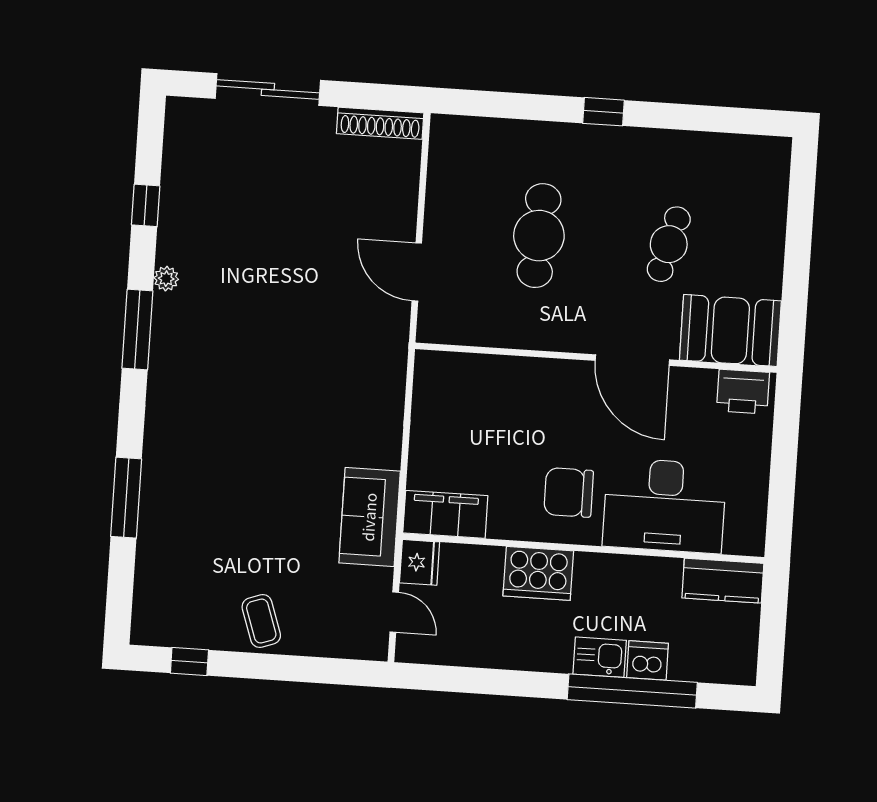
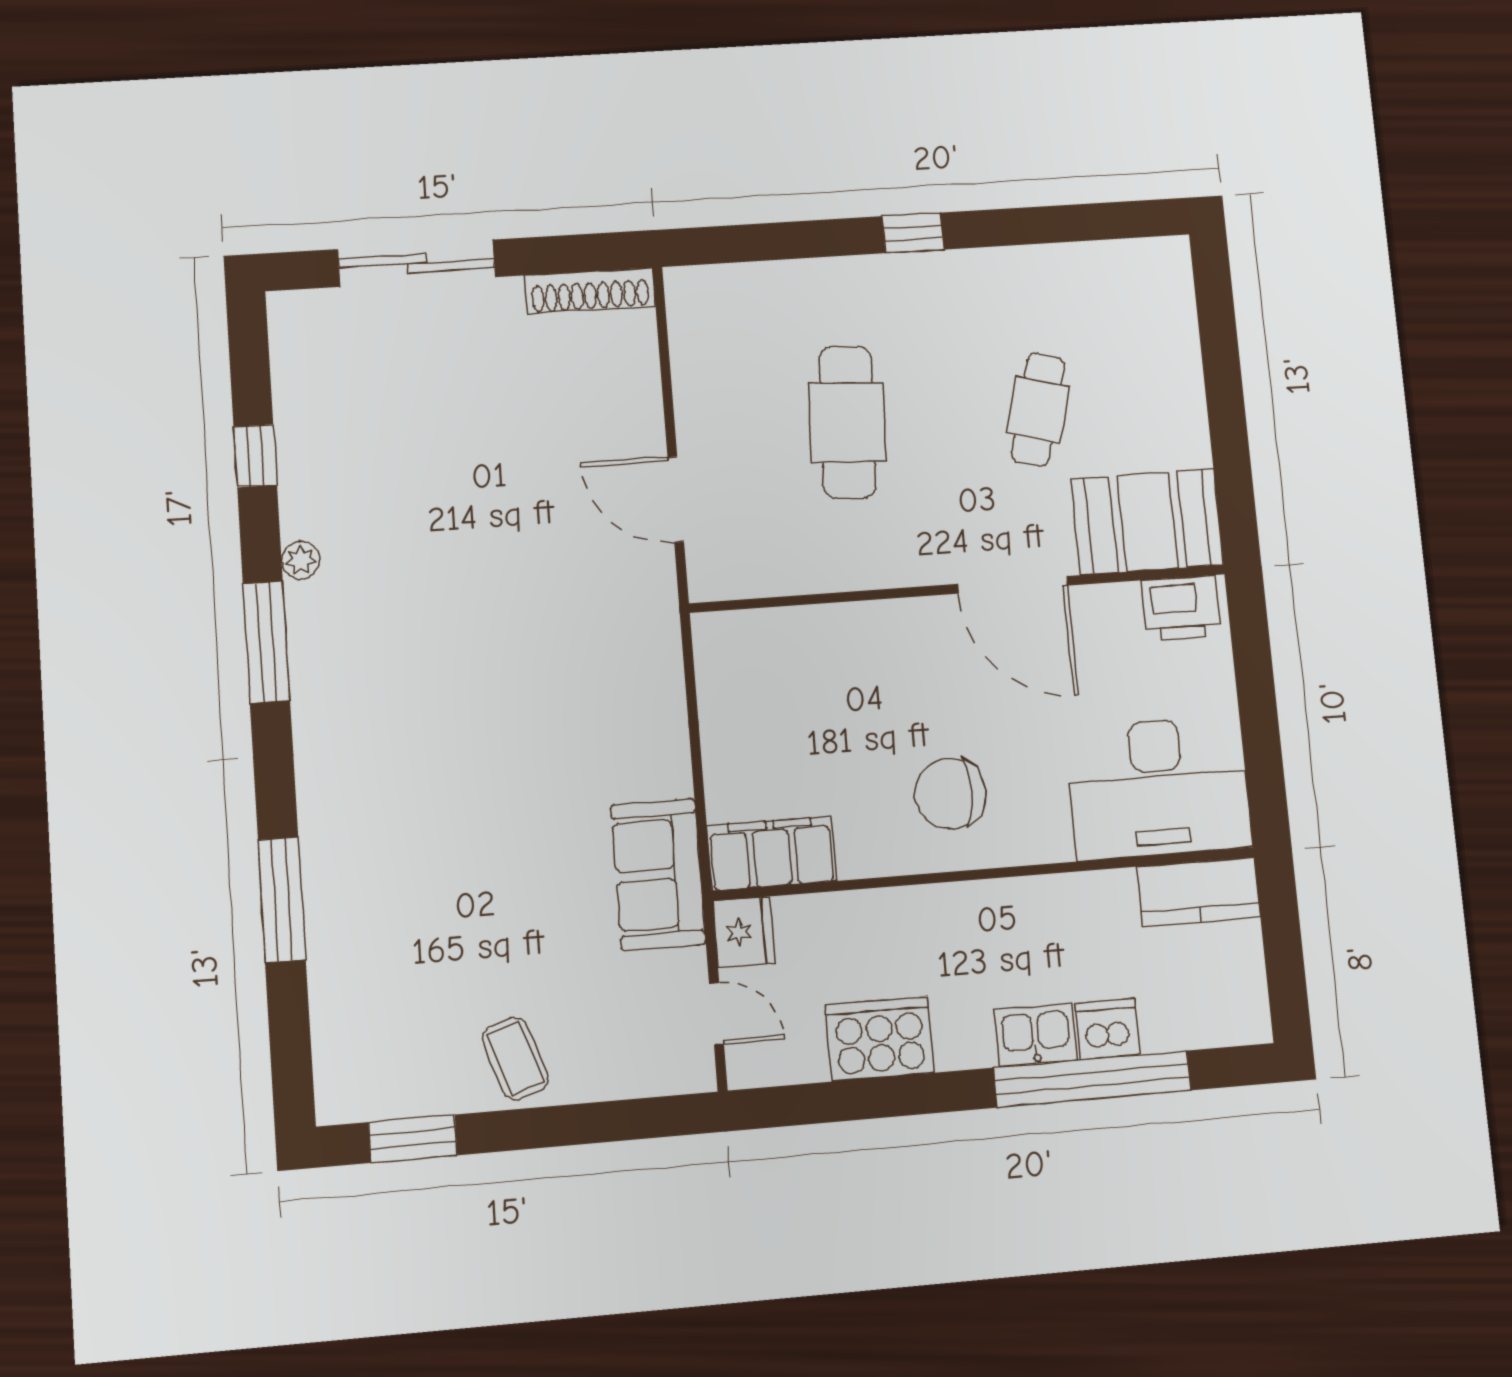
desk: (664, 506) -> (1158, 787), moved
cooker: (538, 573) -> (880, 1039), moved, turned 180
window: (189, 662) -> (413, 1139), width x1.50

